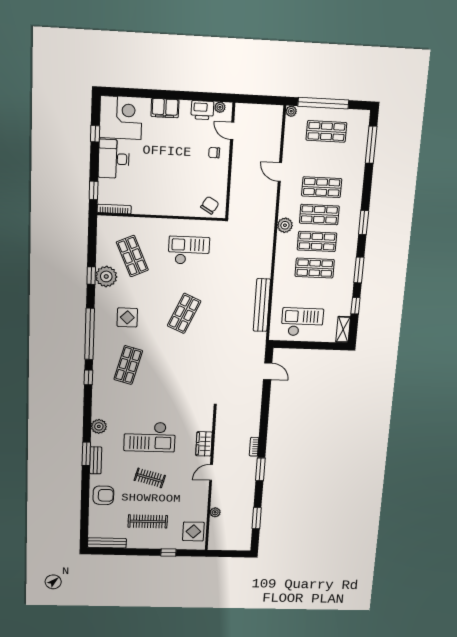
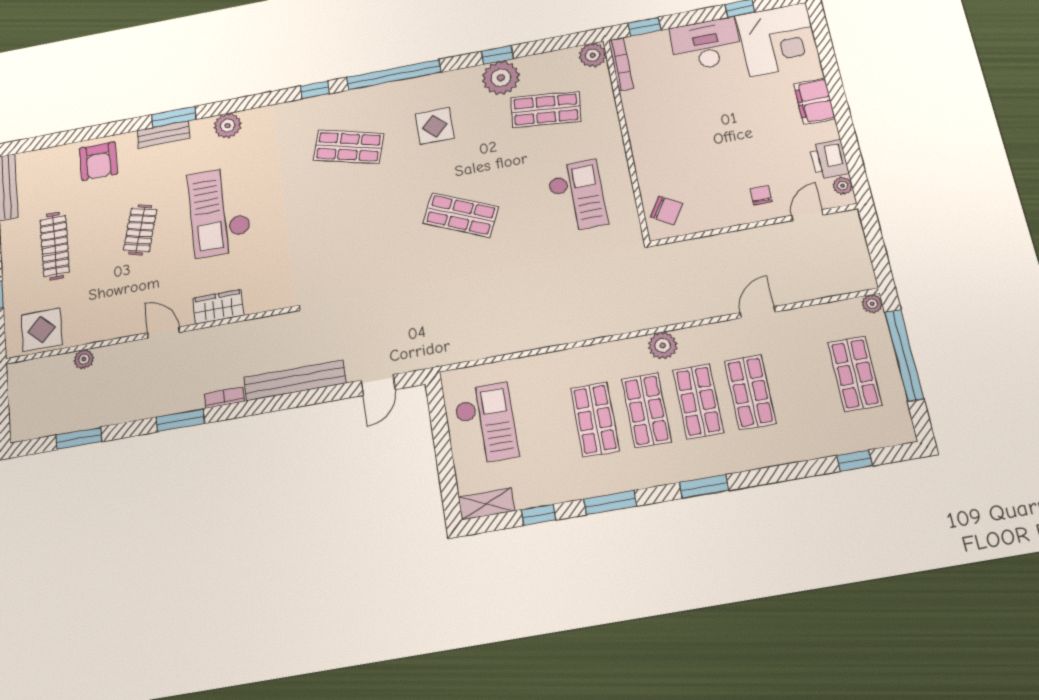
window: (371, 145) -> (854, 461), width x0.46
plant: (105, 223) -> (593, 55), added
shop shelf: (132, 256) -> (546, 109), turned 30
bench: (262, 305) -> (295, 380), moved

